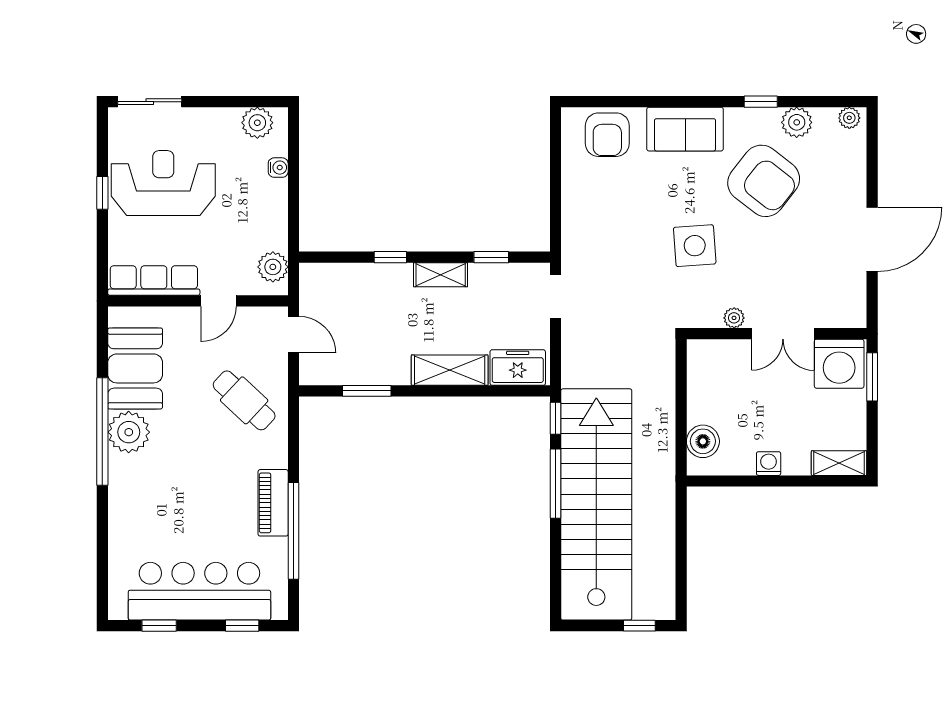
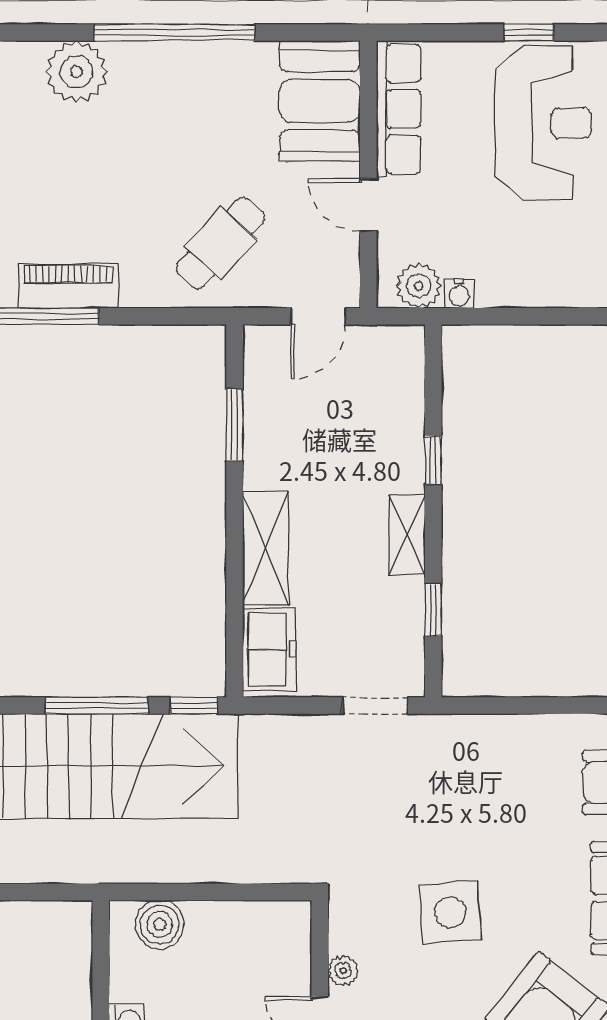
water cooler: (278, 168) -> (459, 294), moved
booth: (135, 368) -> (320, 101), moved, turned 90
plant: (129, 432) -> (76, 72), moved

